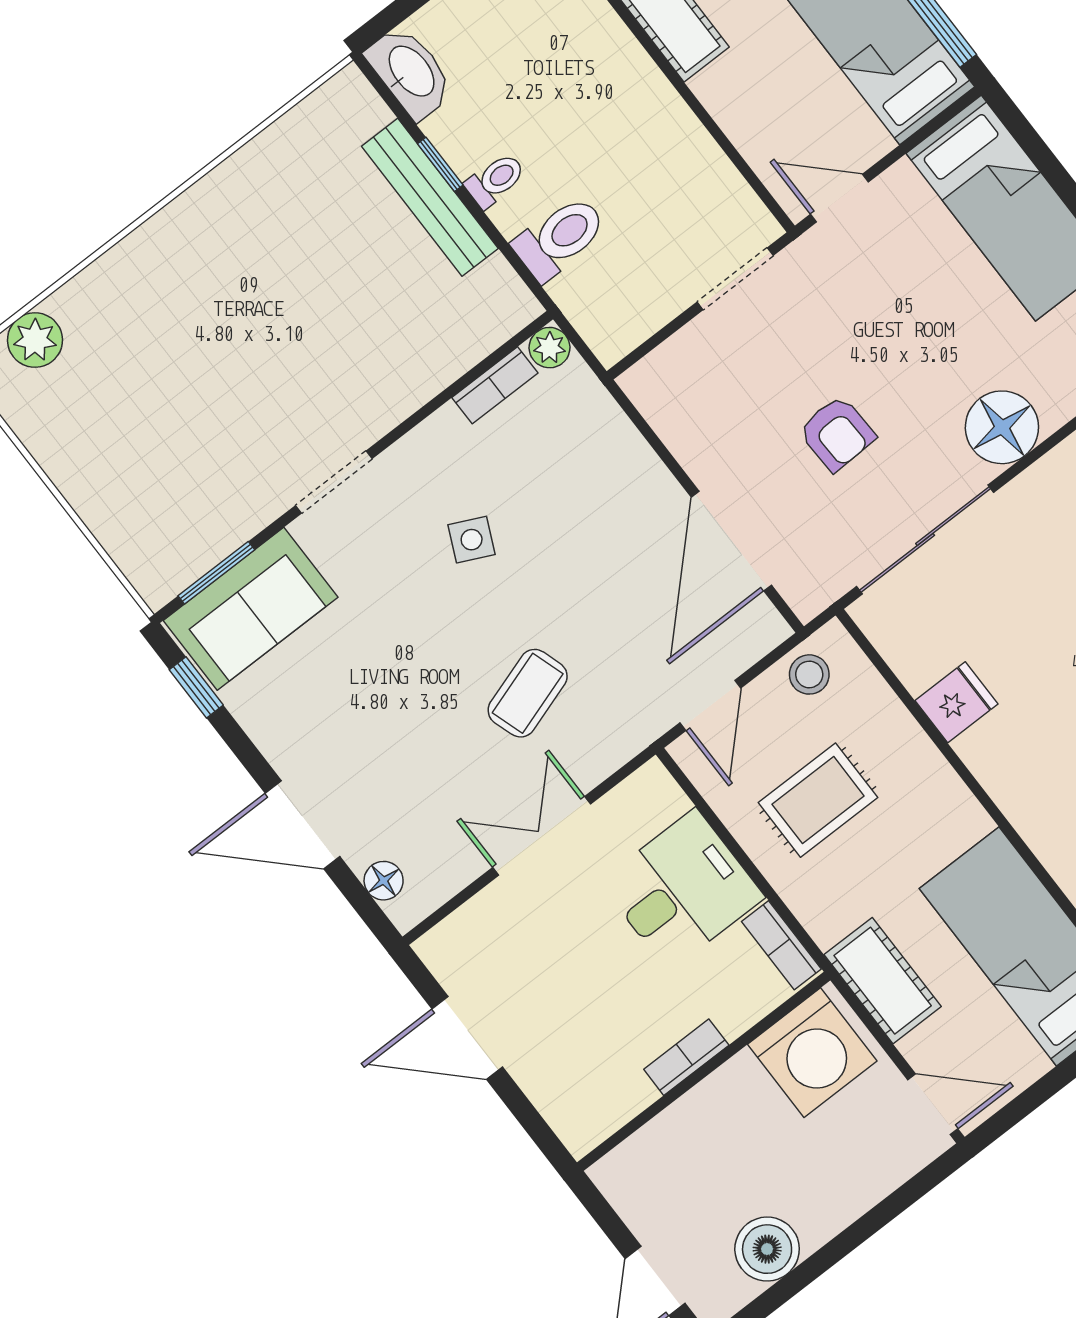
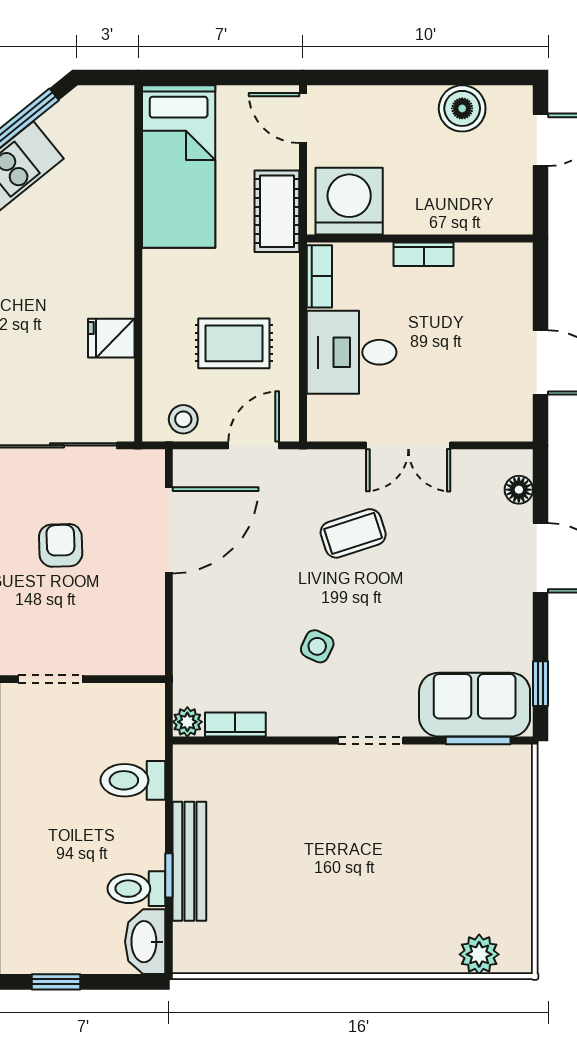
toilet: (495, 180) -> (136, 889), moved, width x1.37, depth x1.39

